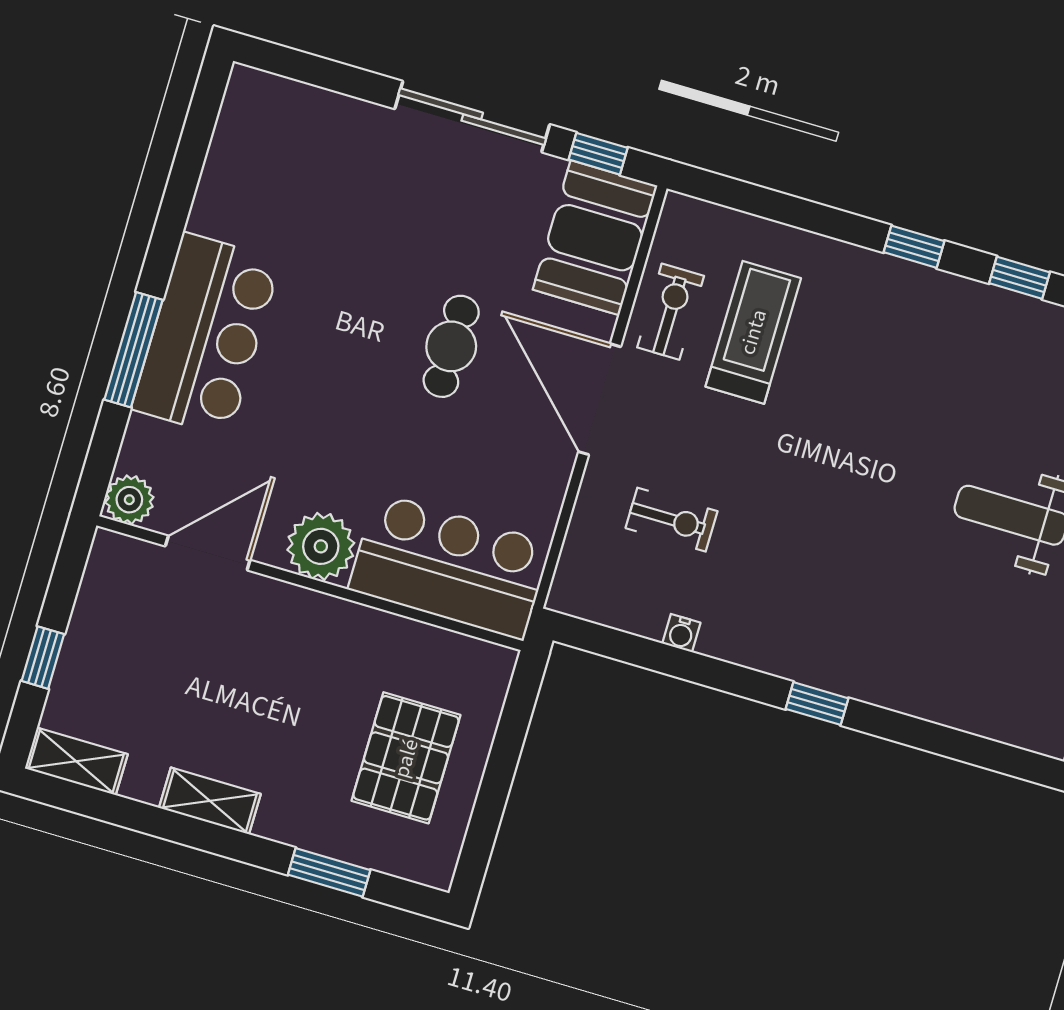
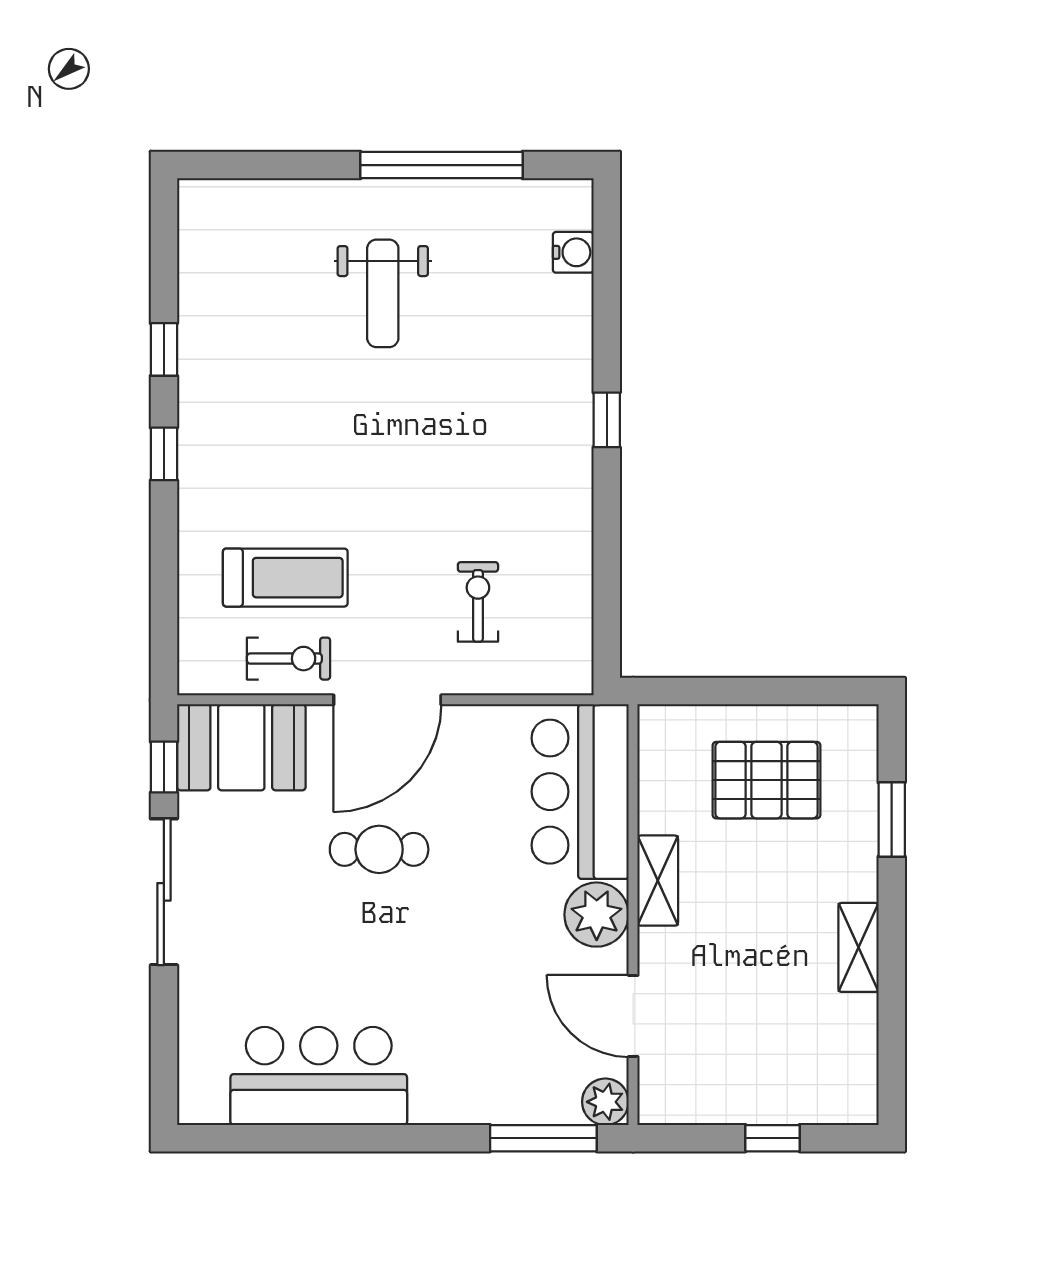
exercise bike: (671, 312) -> (289, 659), turned 180
treadmill: (753, 332) -> (285, 578), turned 180
bar counter: (206, 335) -> (319, 1076), moved
window: (133, 350) -> (543, 1138), moved
water cooler: (681, 633) -> (573, 252), moved, width x1.38, depth x1.38
shelving: (76, 761) -> (658, 881), moved

